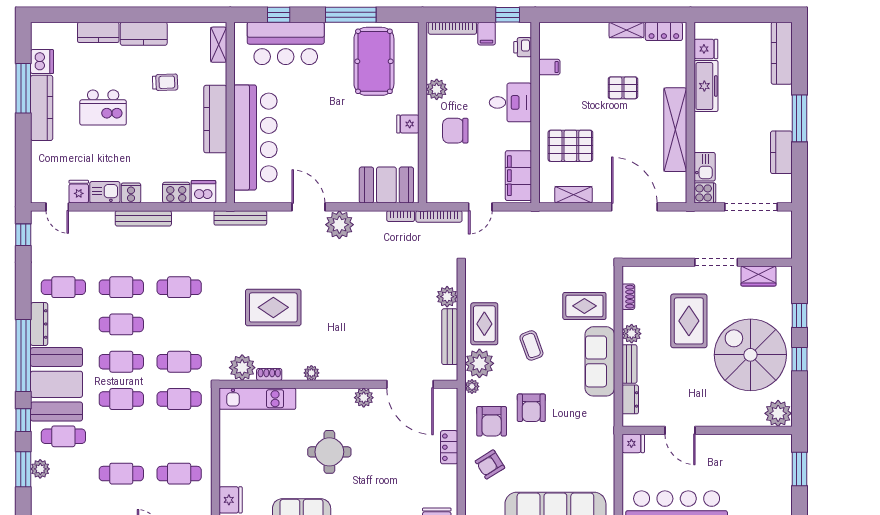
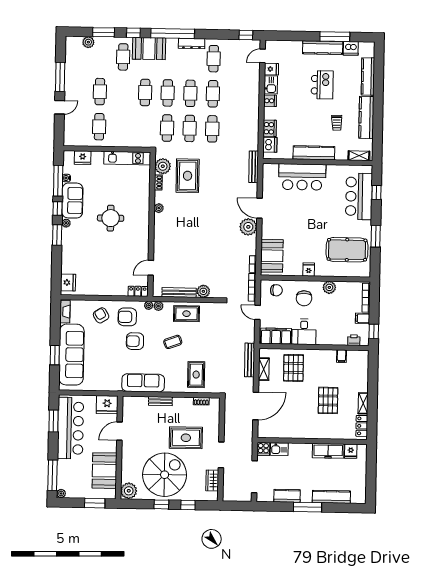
window: (351, 15) -> (376, 236), width x0.69
kitchen counter: (98, 32) -> (368, 76), width x1.50
kitchen counter: (144, 34) -> (366, 117), width x1.50
kitchen counter: (782, 53) -> (331, 497), moved
pallet: (623, 88) -> (328, 400), width x1.50, depth x1.42
desk: (510, 102) -> (304, 332), moved
kitchen island: (103, 108) -> (322, 85), turned 180
shelving: (675, 130) -> (302, 432), removed
chair: (455, 131) -> (304, 298), turned 180
bar counter: (255, 137) -> (302, 177), width x0.73
chair: (443, 176) -> (276, 290), added
door: (308, 207) -> (259, 208), swing flipped
bench: (143, 218) -> (250, 360), moved
rug: (273, 307) -> (188, 176), moved
plant: (632, 334) -> (179, 403), removed
sofa: (600, 361) -> (143, 383), moved
plant: (479, 363) -> (158, 306), width x0.53, depth x0.53
booth: (57, 384) -> (149, 49), width x0.73, depth x0.70
door: (410, 384) -> (151, 268), width x0.53
plant: (364, 398) -> (143, 240), removed
cafe table: (179, 399) -> (190, 128), moved
kitchen unit: (257, 399) -> (127, 158), moved, turned -90
dresser: (630, 399) -> (139, 401), removed
fridge: (633, 443) -> (107, 405), width x1.88, depth x1.34
locker: (449, 447) -> (138, 291), moved
booth: (746, 454) -> (105, 471), added
plant: (40, 469) -> (88, 42), moved

